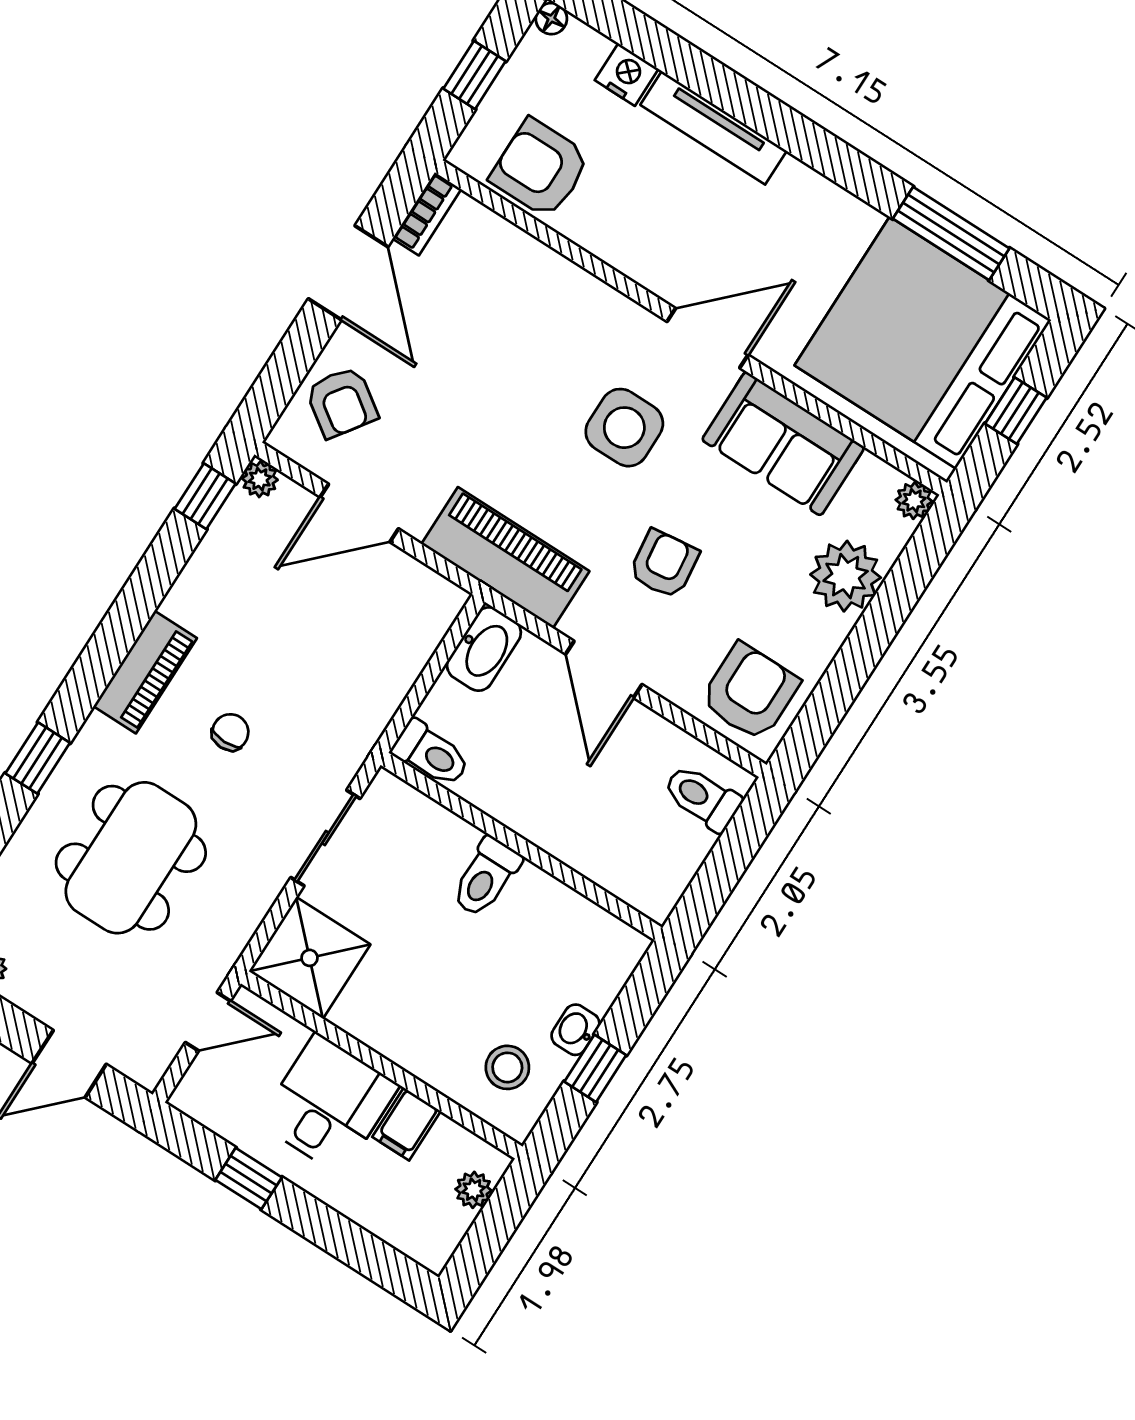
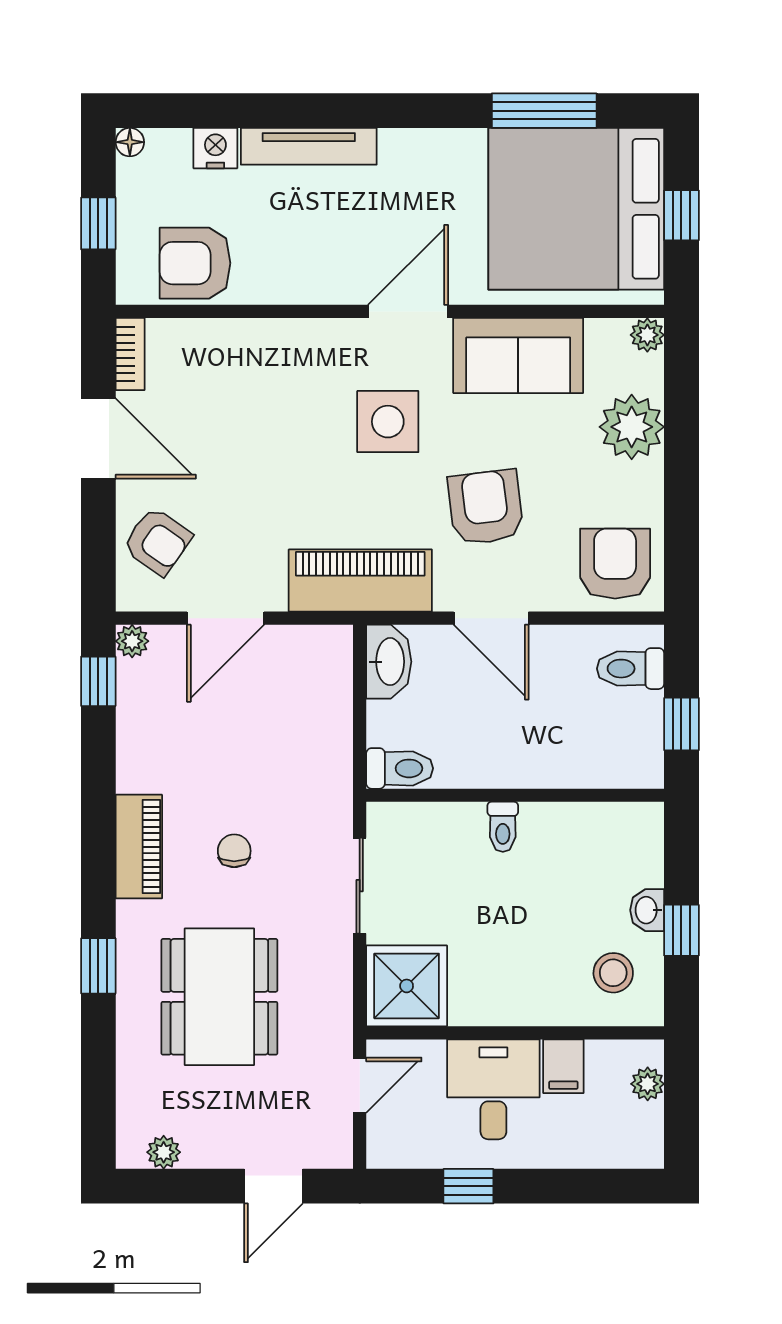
armchair: (664, 564) -> (486, 507), width x1.38, depth x1.38
toilet: (486, 877) -> (503, 827), width x0.73, depth x0.72
window: (717, 879) -> (681, 724), added

